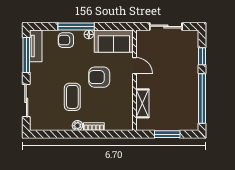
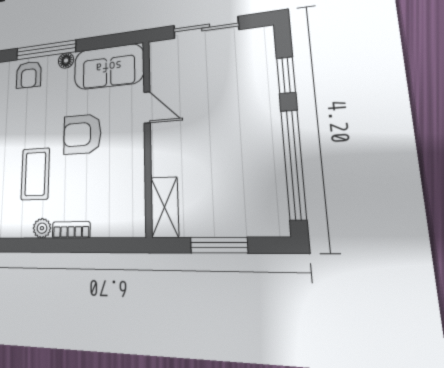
armchair: (66, 40) -> (29, 75), turned -90
shelving: (142, 103) -> (165, 207), moved

